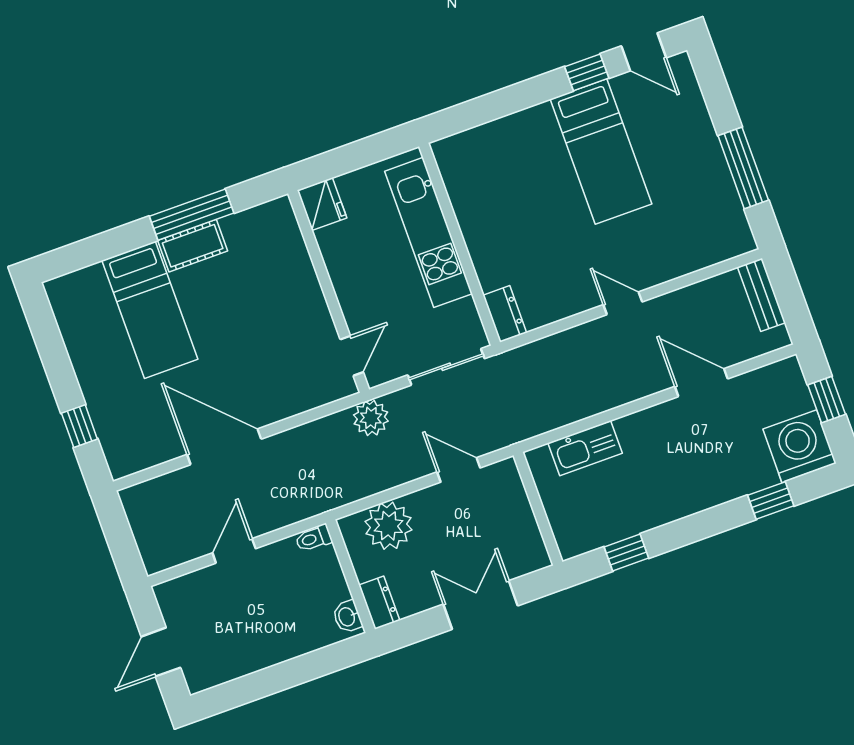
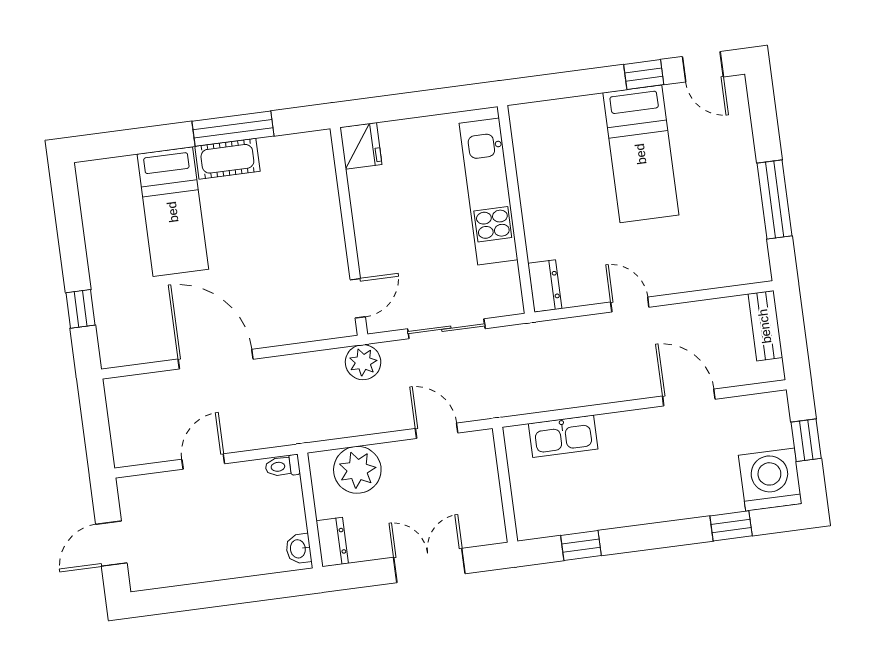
kitchen unit: (429, 232) -> (489, 192), moved
wall: (460, 244) -> (516, 209), moved
dresser: (505, 314) -> (545, 286), moved

